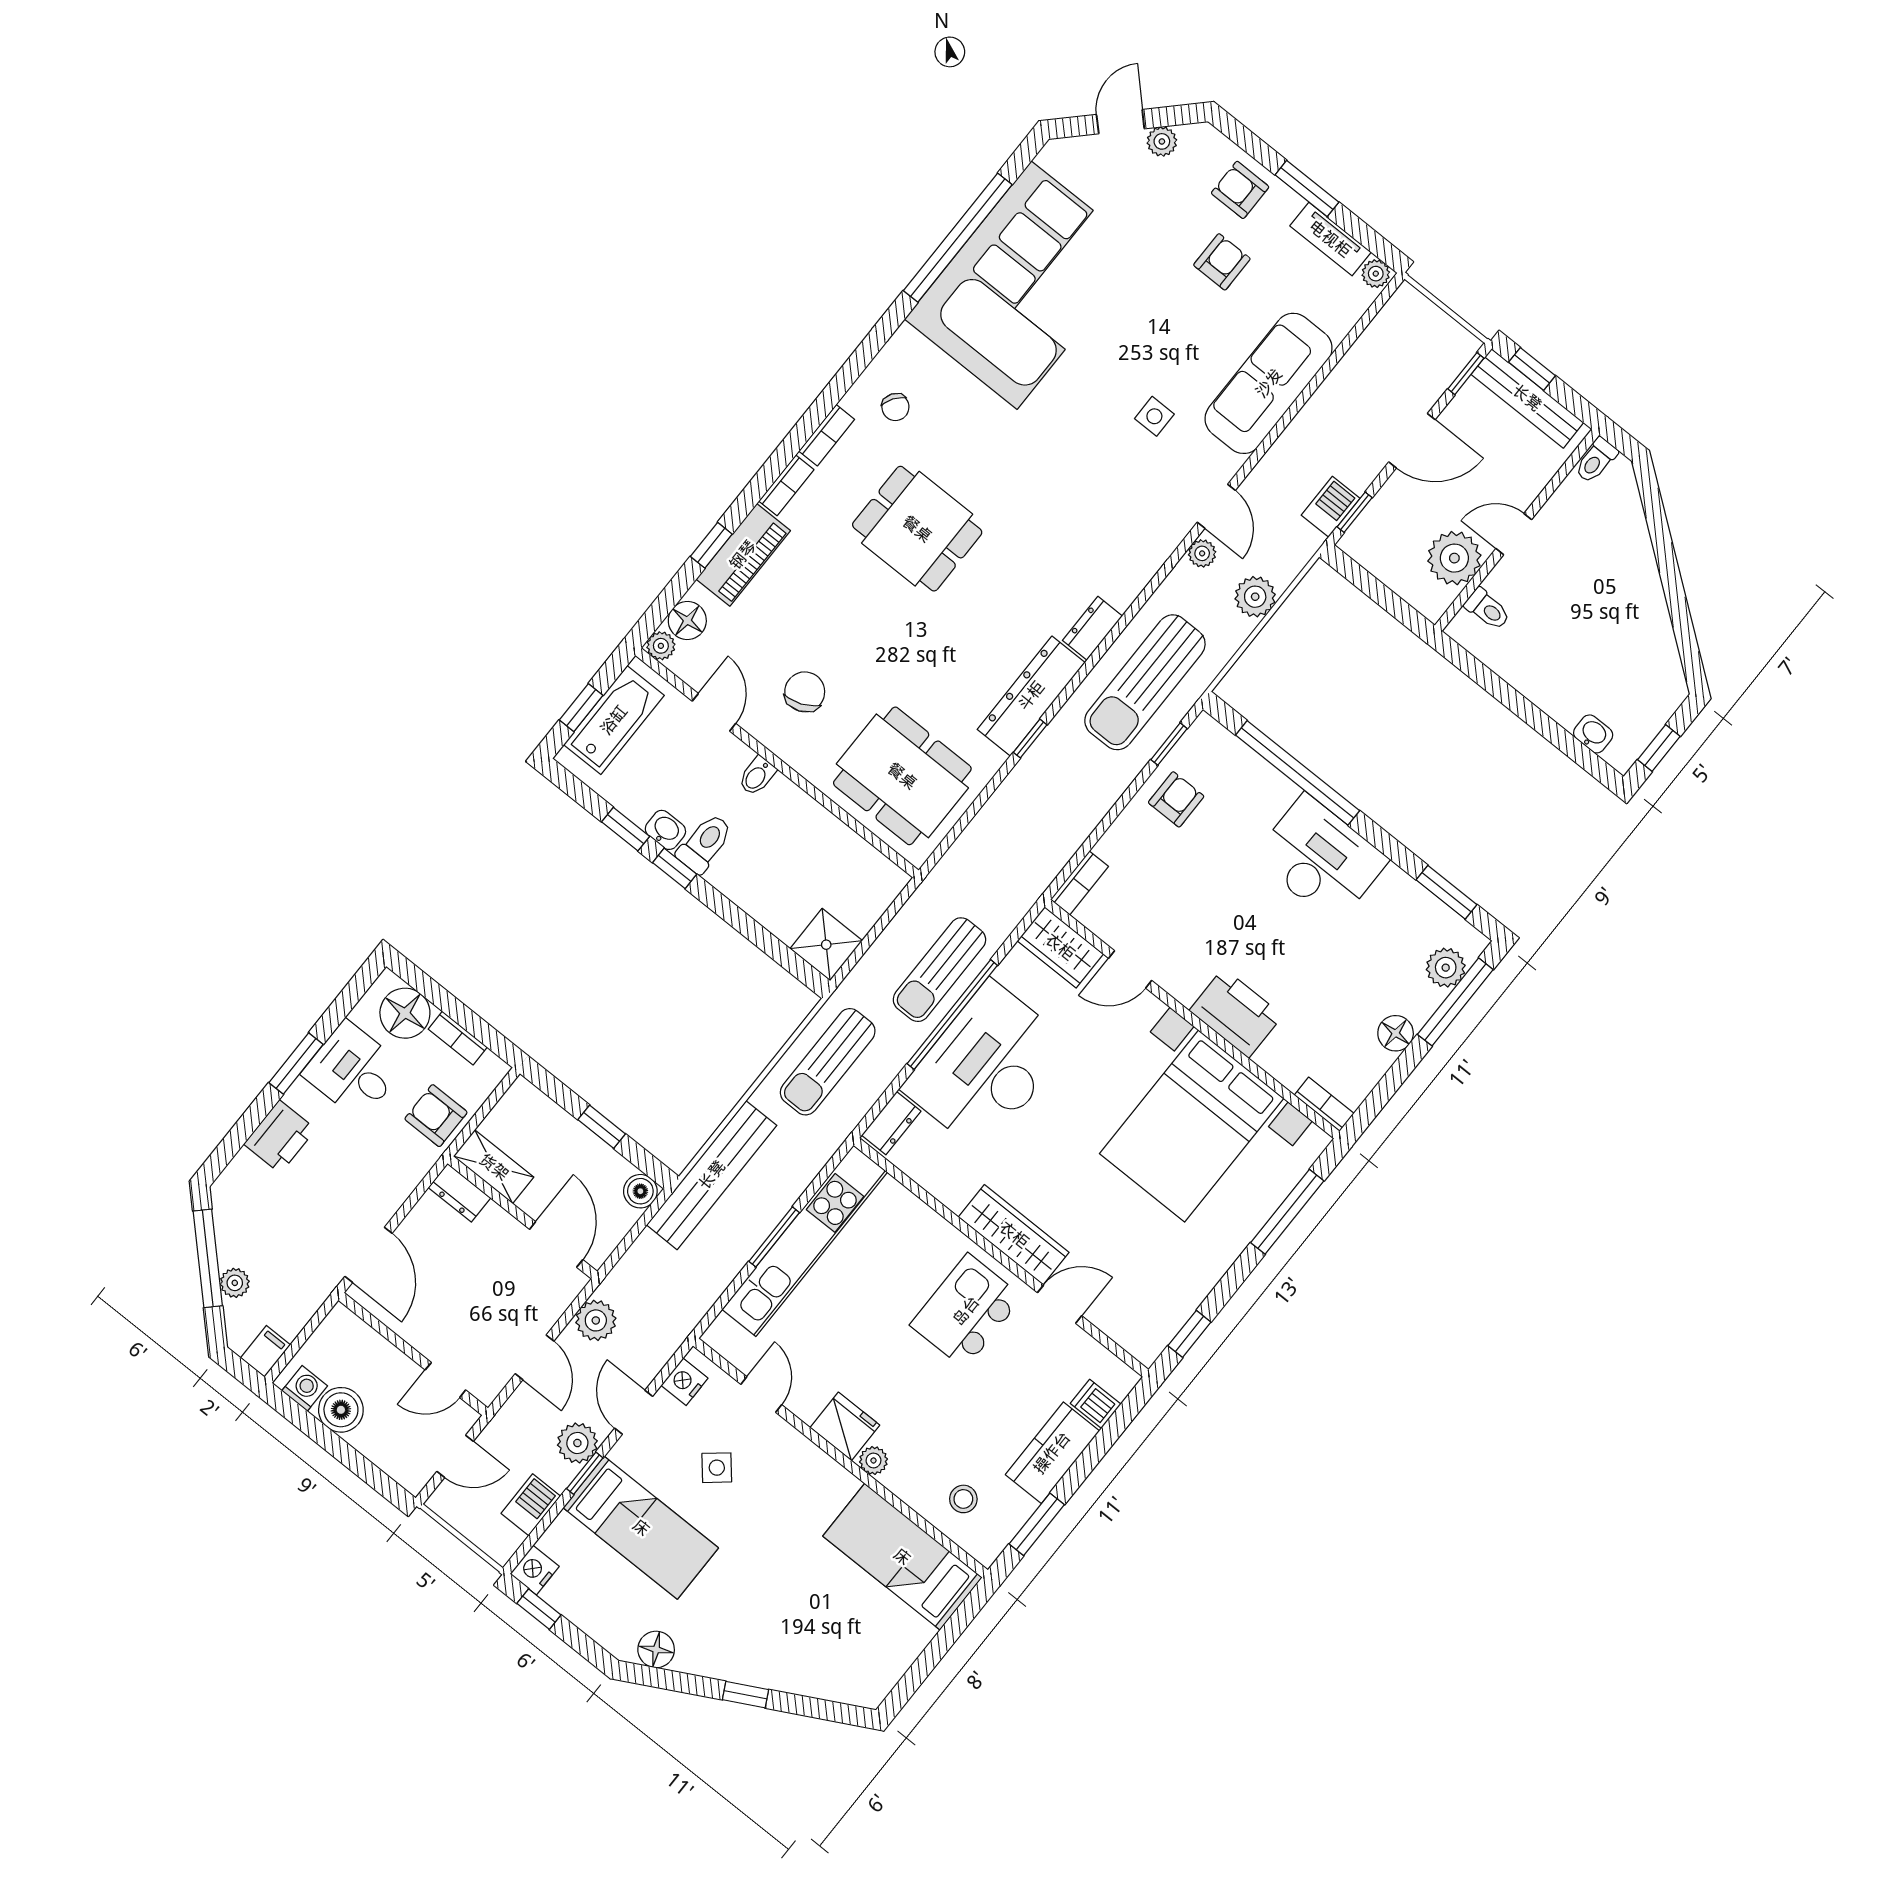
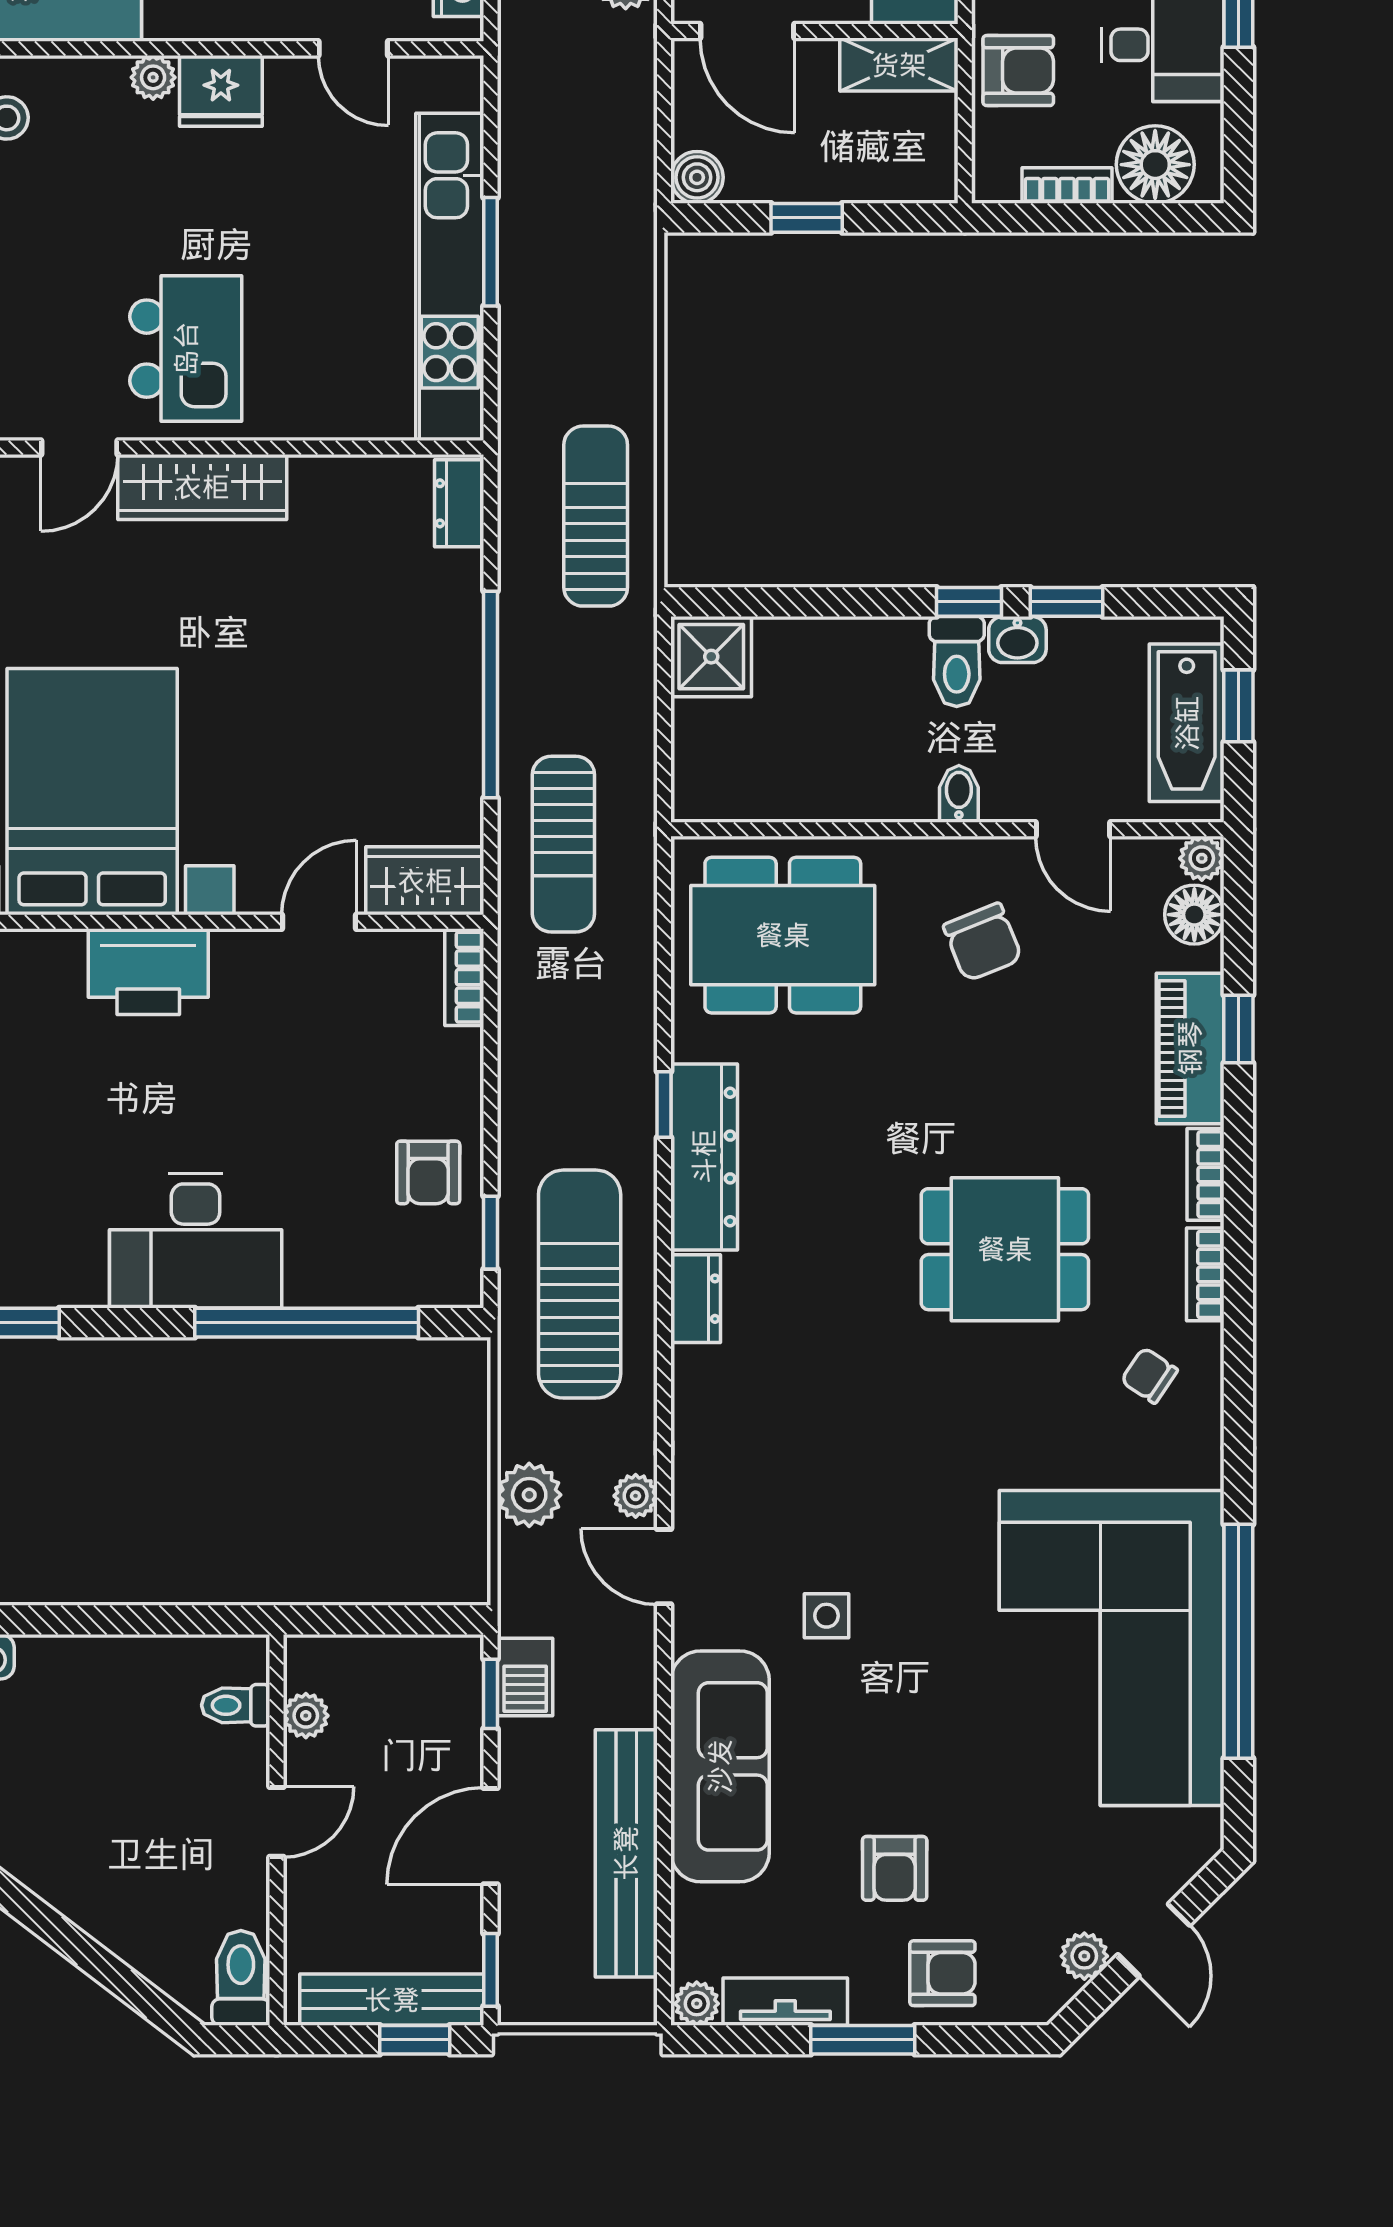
toilet: (1596, 460) -> (241, 1978), width x1.37, depth x1.39
plant: (1454, 558) -> (306, 1716), width x0.53, depth x0.53
sun lounger: (939, 970) -> (563, 844), moved, turned 180
desk: (986, 1066) -> (399, 664), removed
bench: (712, 1175) -> (626, 1853), moved

